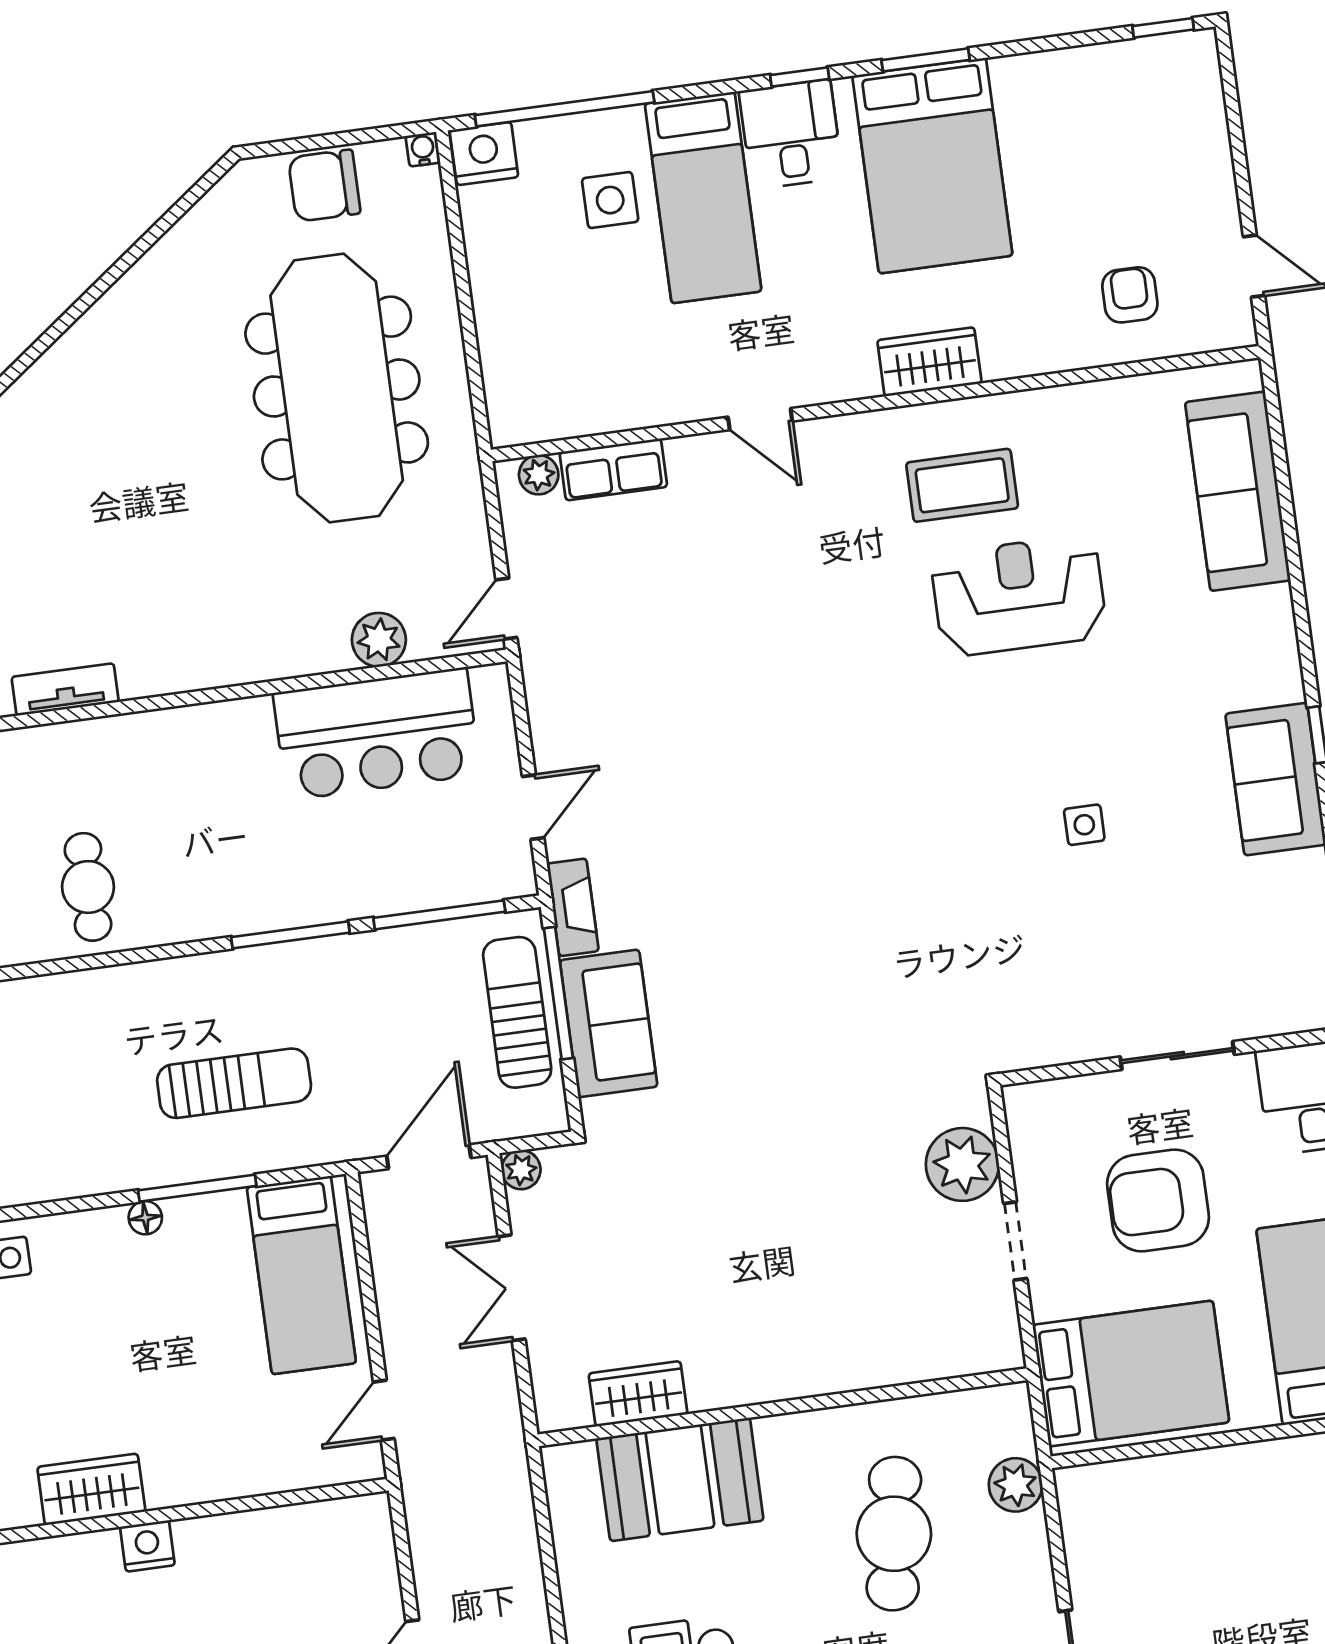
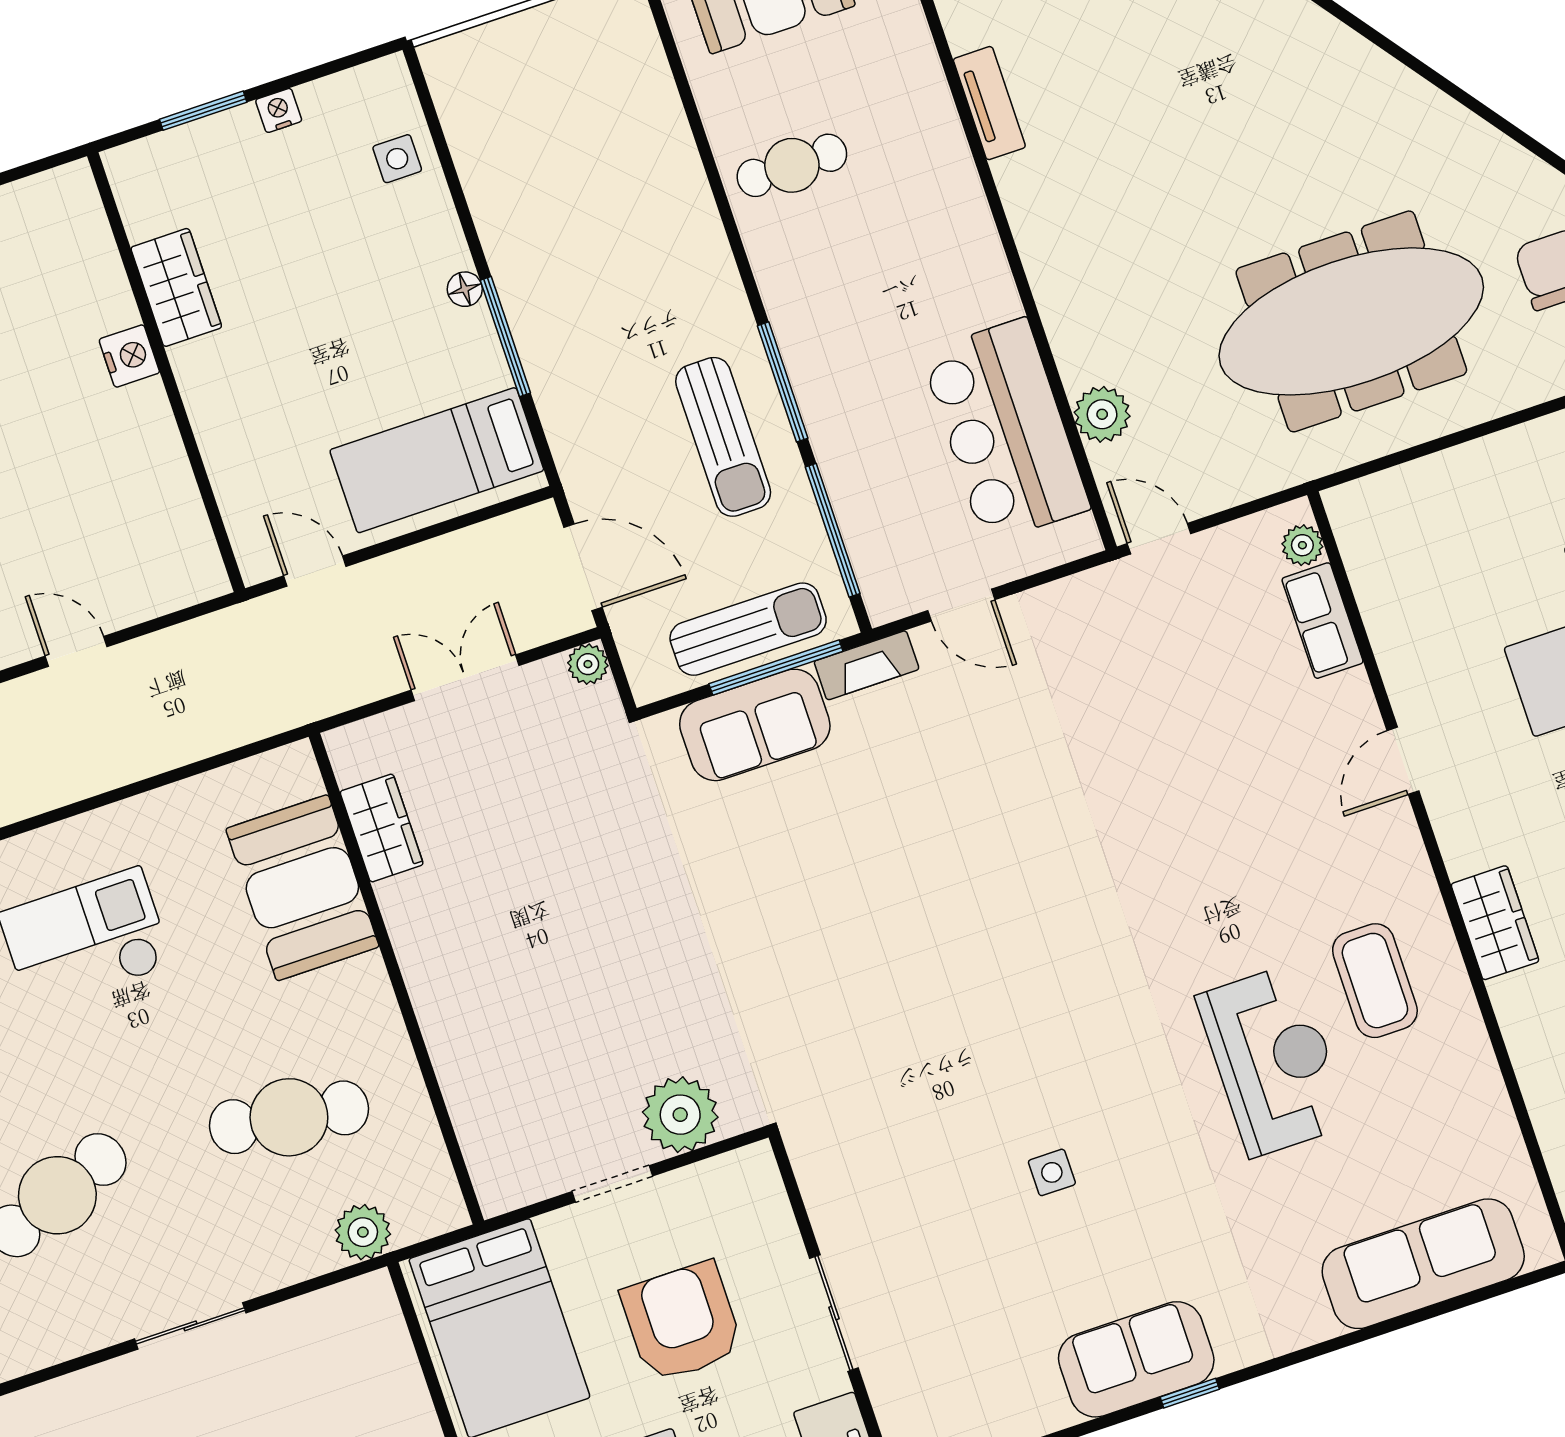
sun lounger: (234, 1083) -> (723, 437), moved

